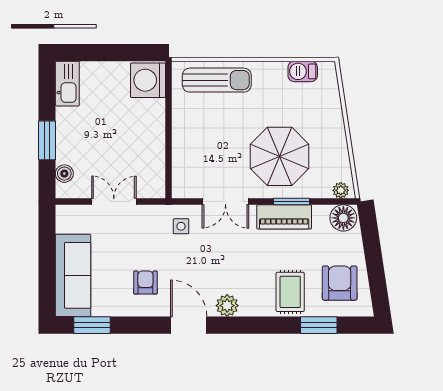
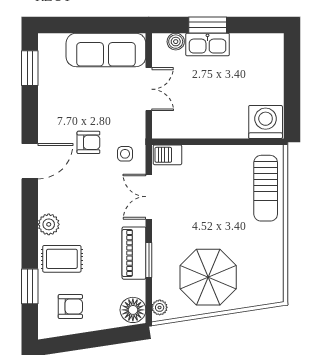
barbecue: (303, 71) -> (167, 155), moved, turned -90
kitchen sink: (67, 84) -> (208, 44), moved
parasol: (280, 156) -> (208, 277), moved
sofa: (73, 275) -> (106, 50), moved
armchair: (145, 283) -> (88, 142), moved
armchair: (340, 283) -> (70, 306), width x0.72, depth x0.72
plant: (227, 306) -> (49, 224), moved

